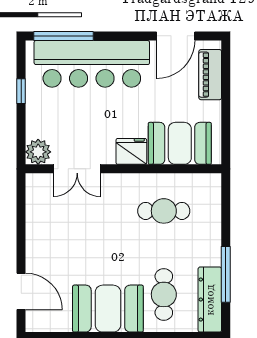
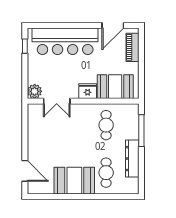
window: (64, 36) -> (49, 25), removed
window: (21, 91) -> (25, 46), moved
cafe table: (164, 211) -> (106, 125), turned 90
window: (226, 274) -> (141, 131), moved
dresser: (210, 300) -> (132, 159), moved

